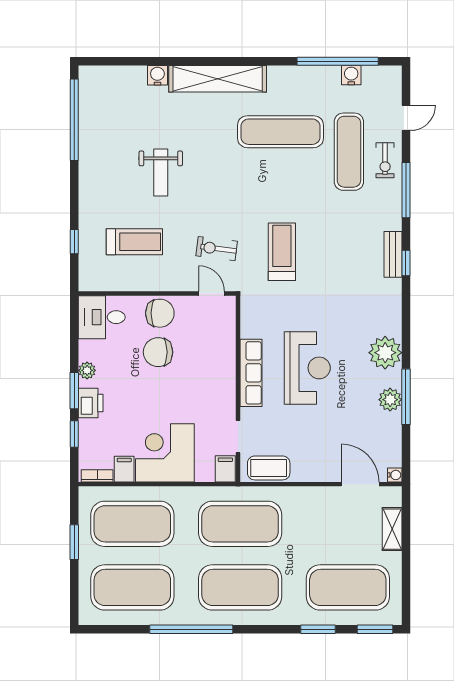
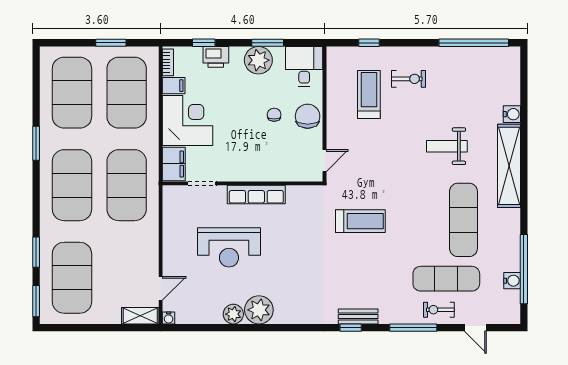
weight bench: (161, 173) -> (447, 146), moved
treadmill: (134, 242) -> (369, 94), turned 180
exercise bike: (217, 249) -> (408, 79), moved, turned 83
chair: (160, 313) -> (308, 116), turned 180
chair: (158, 352) -> (274, 115), width x0.54, depth x0.54
plant: (385, 353) -> (259, 310), moved
reception desk: (307, 368) -> (229, 247), moved
plant: (87, 370) -> (258, 60), width x1.87, depth x1.87
window: (74, 391) -> (268, 43), moved
window: (406, 397) -> (236, 328), removed
printer: (91, 403) -> (216, 57), moved
coffee table: (269, 468) -> (175, 210), removed
filing cabinet: (225, 469) -> (174, 164), width x2.00
door: (360, 484) -> (161, 288), width x0.73
shelving: (392, 529) -> (140, 316), moved
window: (191, 629) -> (36, 143), width x0.47

